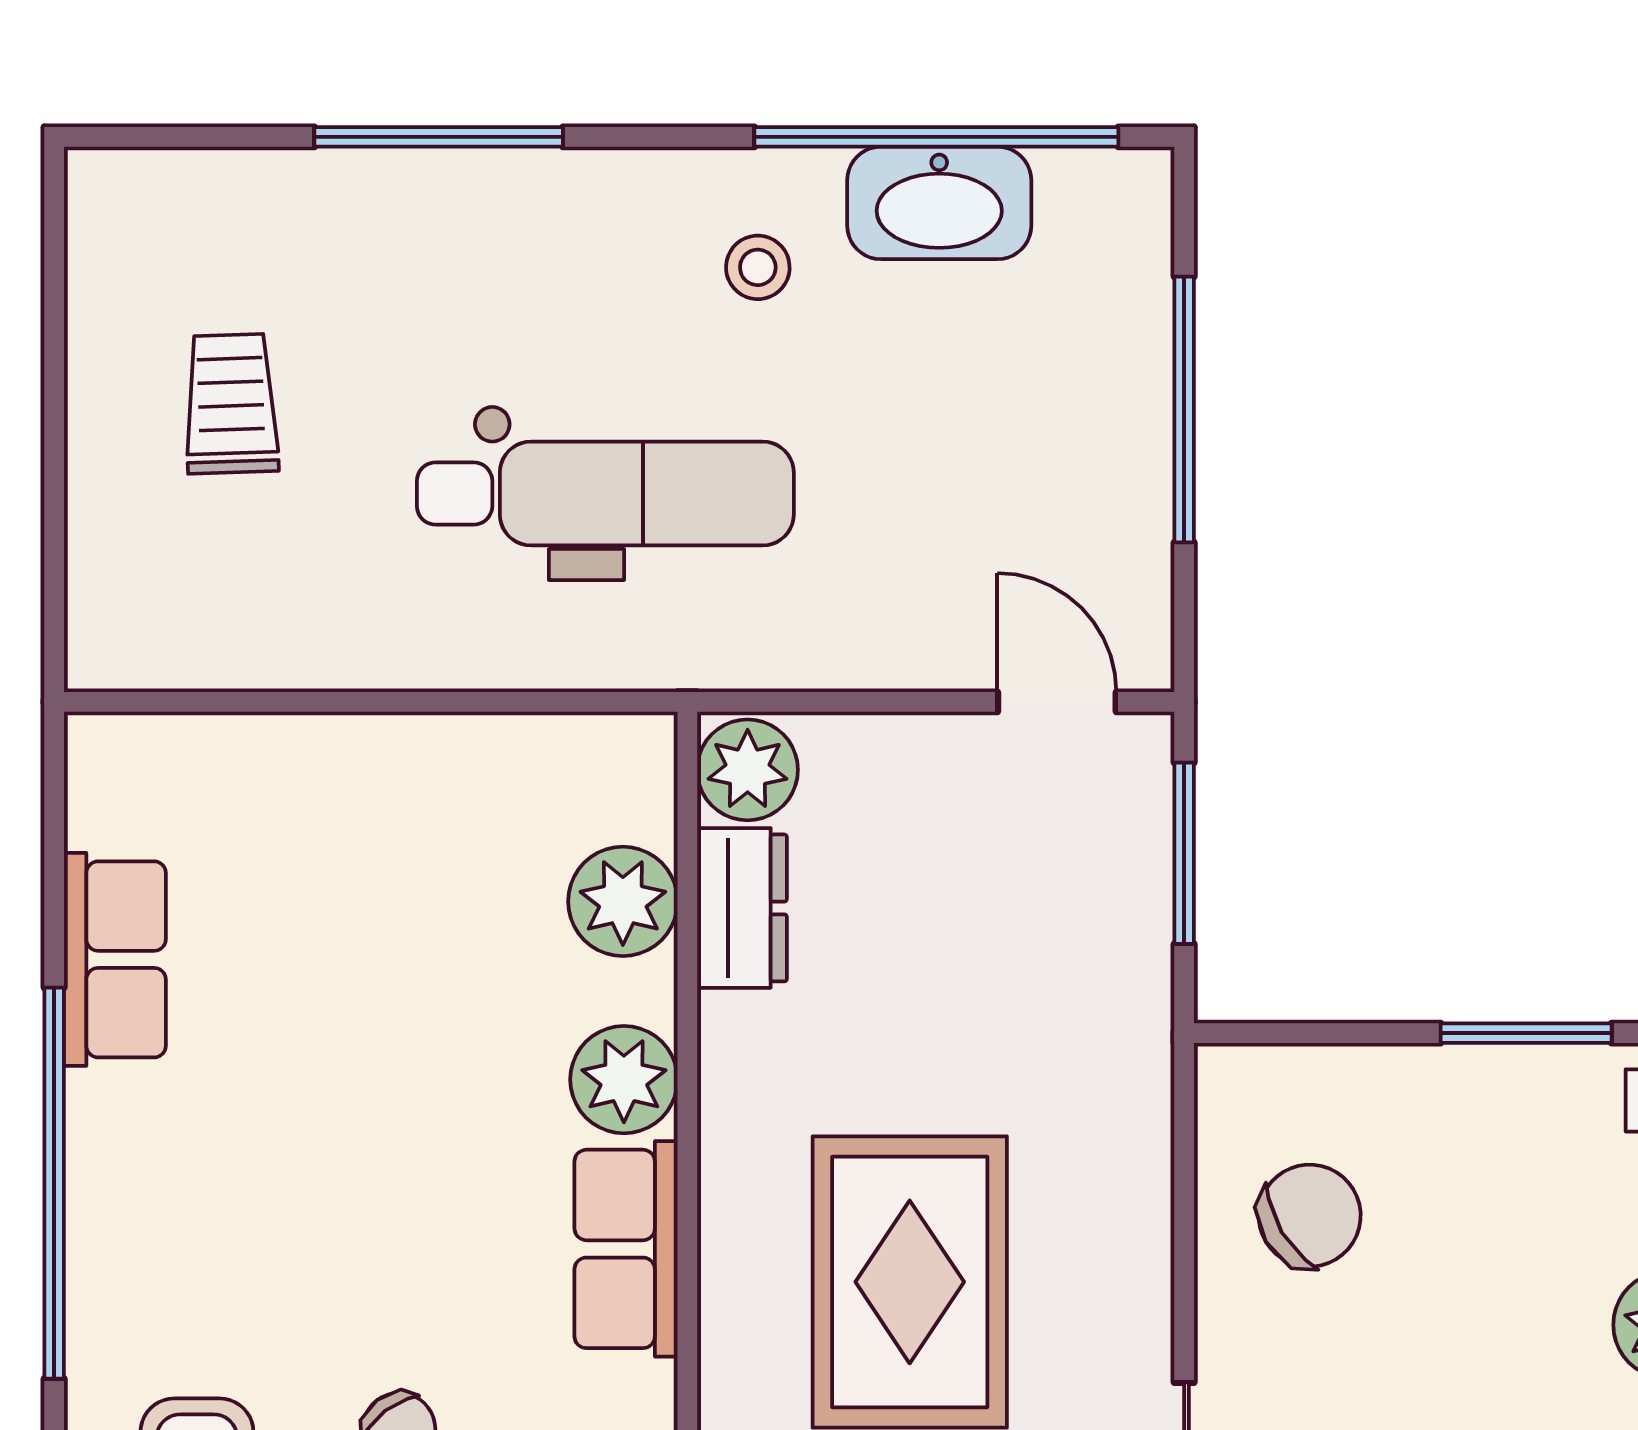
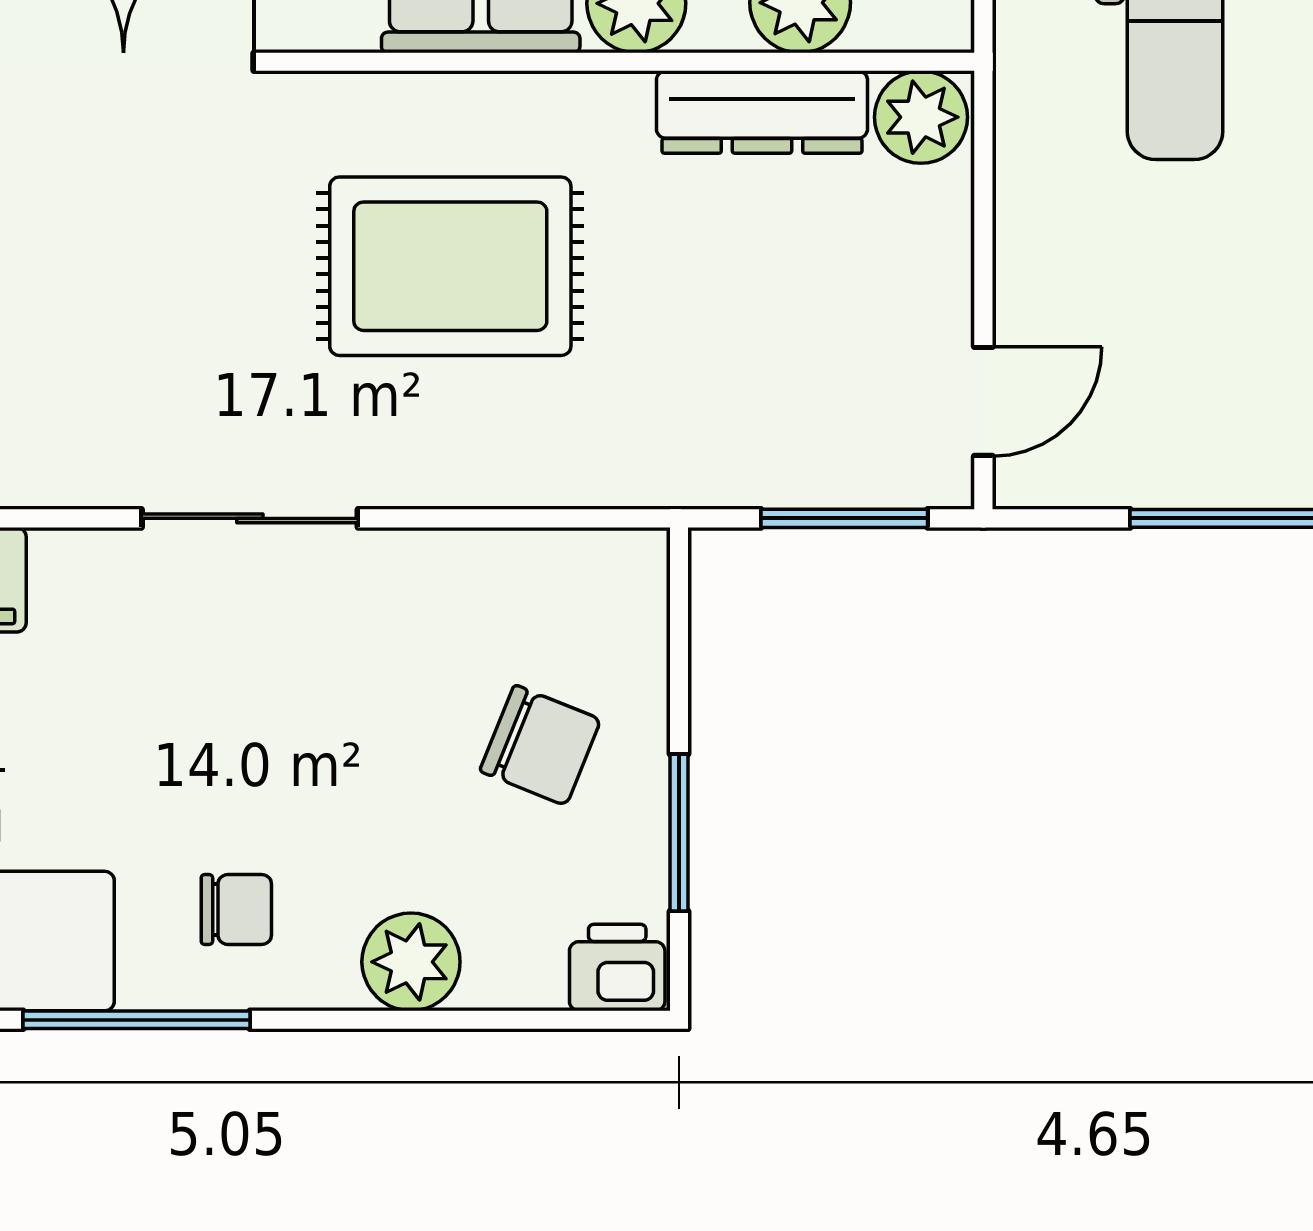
dresser: (742, 908) -> (762, 112), width x1.44
chair: (1310, 1216) -> (540, 745), moved, turned -37

